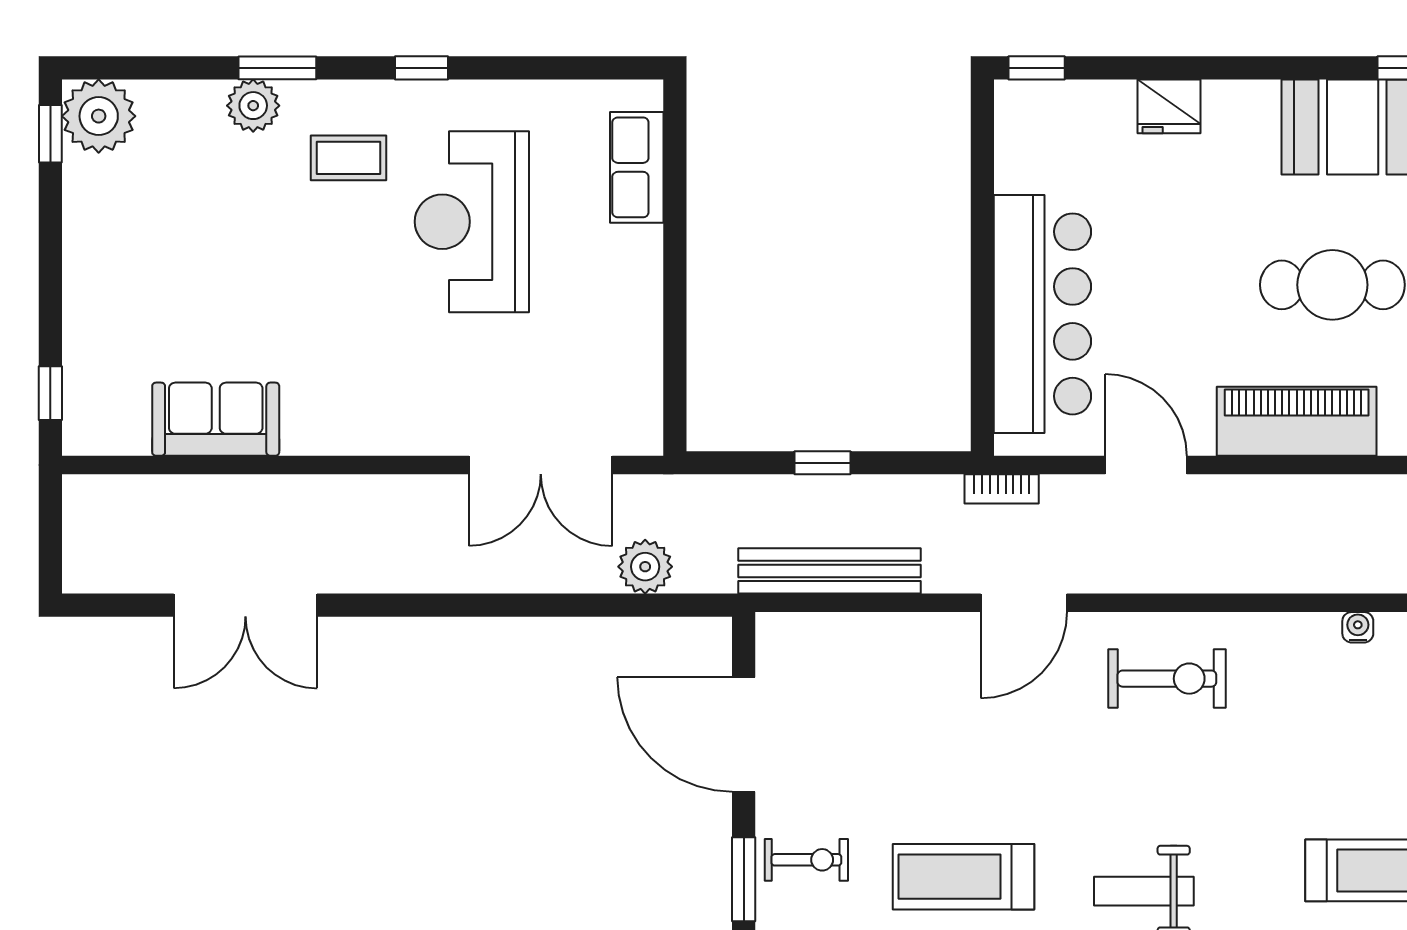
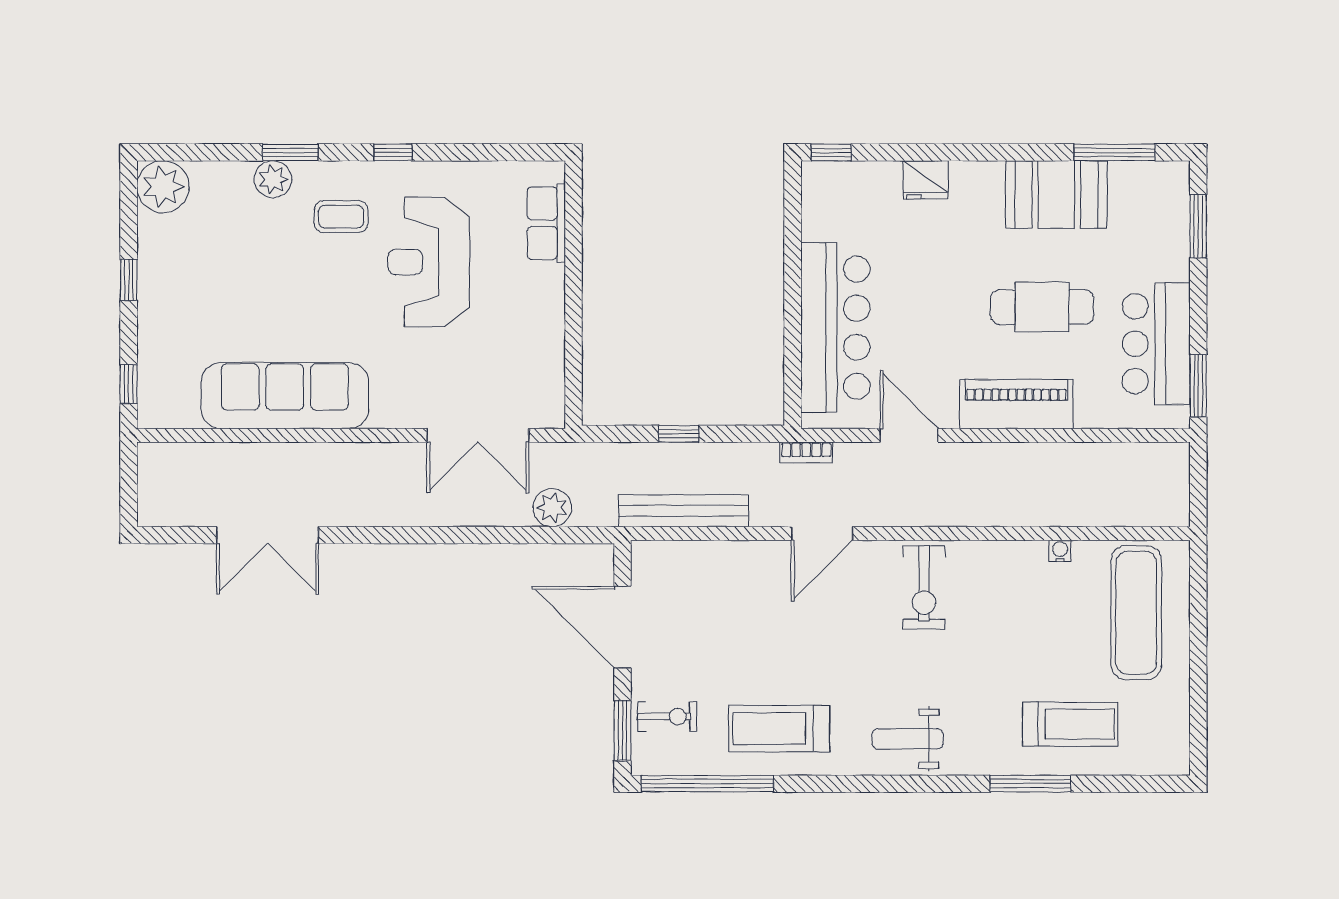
window: (50, 134) -> (129, 280), moved
sofa: (216, 419) -> (285, 396), width x1.85, depth x1.27
exercise bike: (1167, 679) -> (924, 587), turned 90

